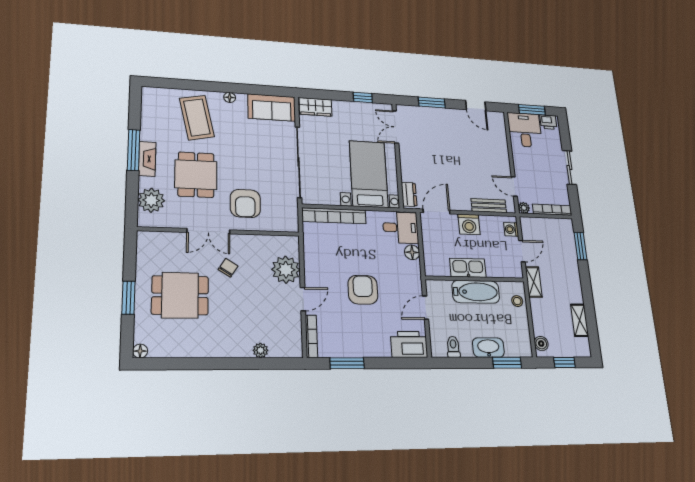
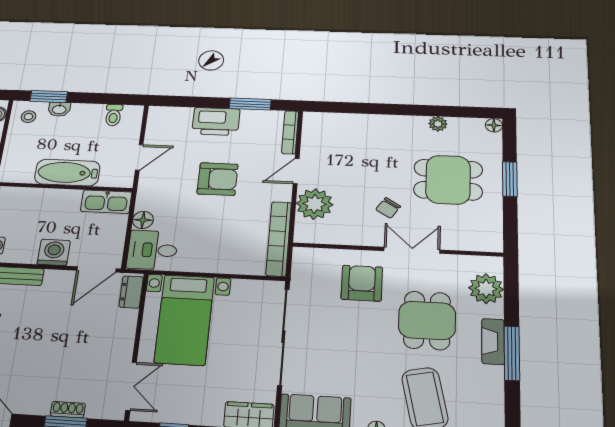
shoe rack: (432, 112) -> (68, 410), added
bookcase: (334, 216) -> (279, 239), moved, turned -90
kitchen sink: (468, 268) -> (106, 202), moved
armchair: (363, 290) -> (218, 179), turned -90
stool: (517, 301) -> (28, 117), moved
printer: (409, 344) -> (216, 121), moved
washbasin: (488, 348) -> (59, 109), width x0.52, depth x0.69
plant: (261, 350) -> (438, 124), moved

